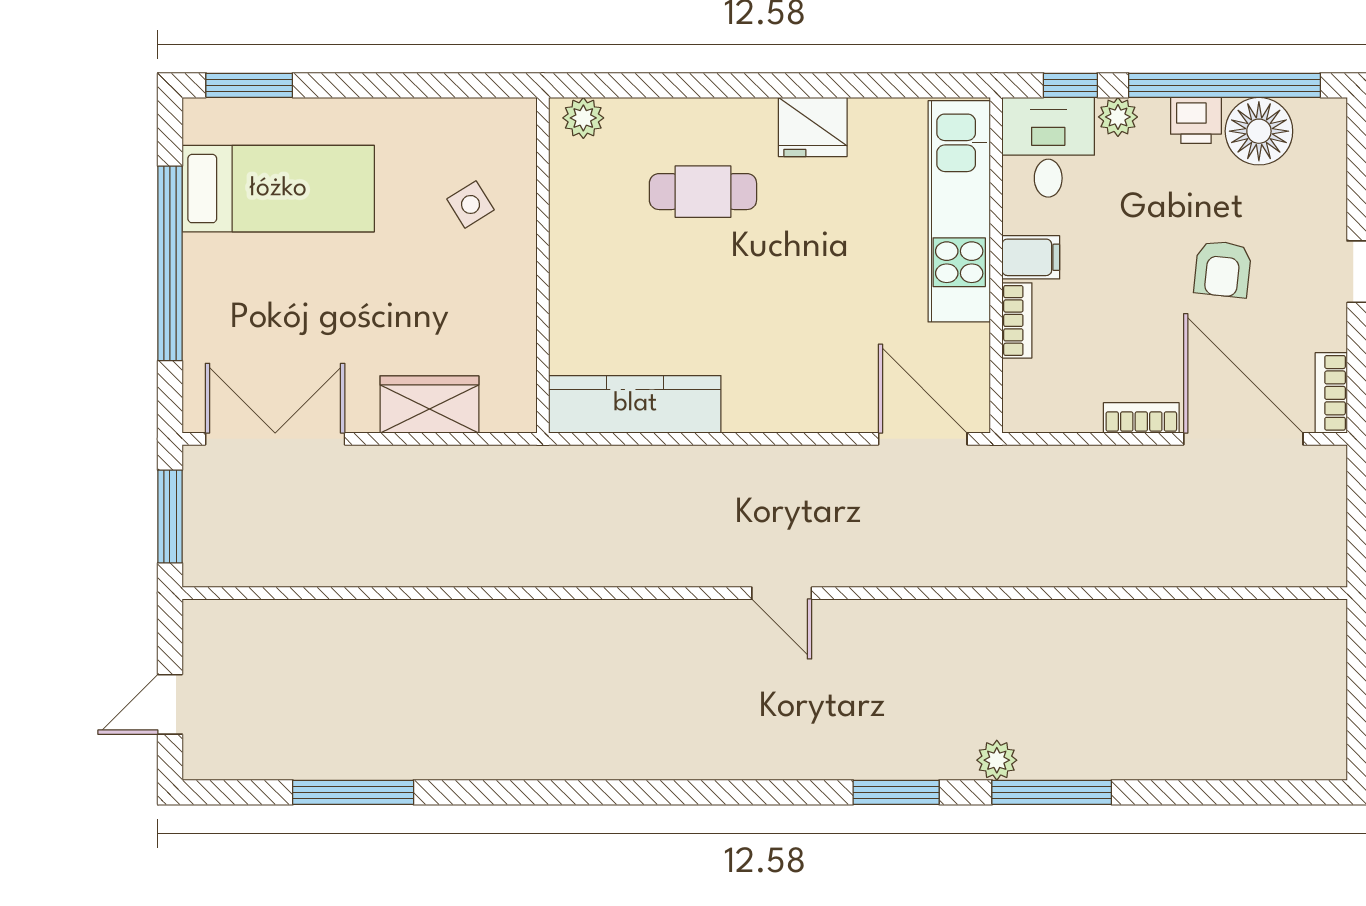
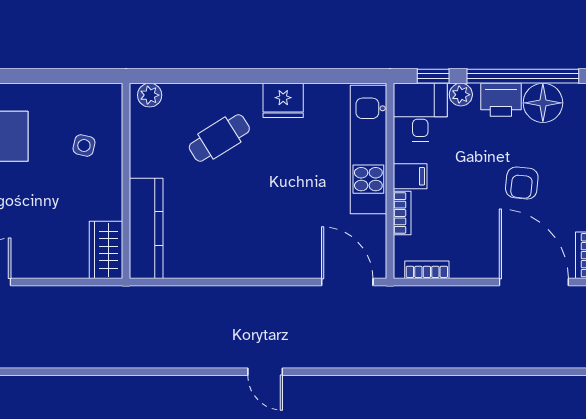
printer: (1196, 120) -> (501, 100), width x1.36, depth x1.24
cafe table: (703, 192) -> (219, 138), turned -32
side table: (470, 204) -> (84, 146), turned 45
wardrobe: (429, 404) -> (106, 250), moved, turned -90
kitchen counter: (635, 404) -> (146, 228), moved, turned 90
bookcase: (1141, 418) -> (427, 270), moved

